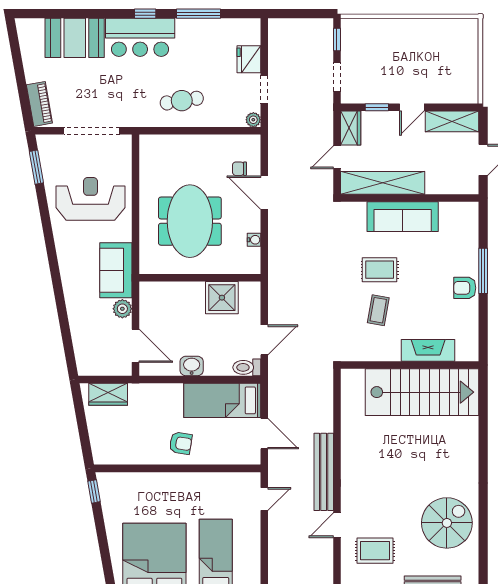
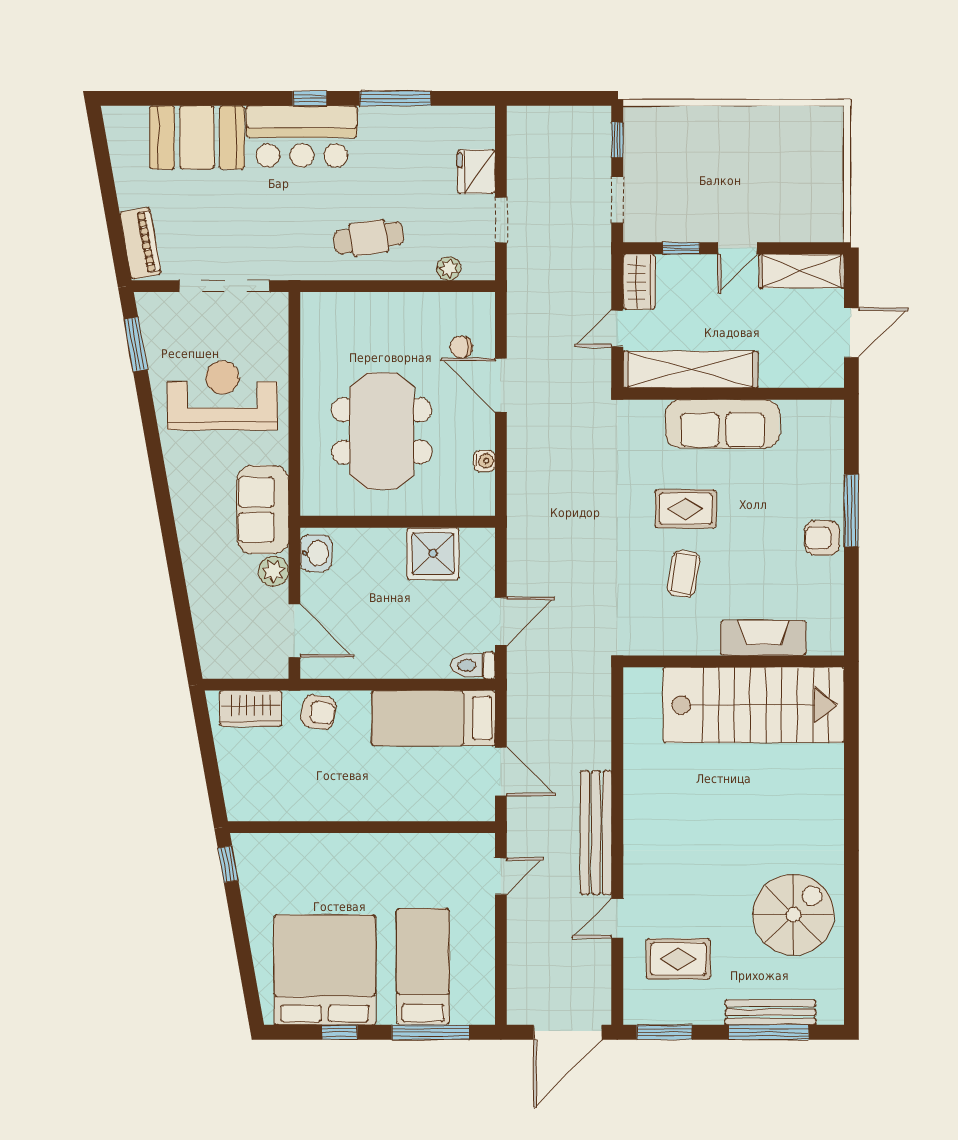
plant: (253, 120) -> (449, 268), moved
washbasin: (192, 366) -> (316, 553), moved, turned 90
armchair: (181, 443) -> (318, 712), moved

